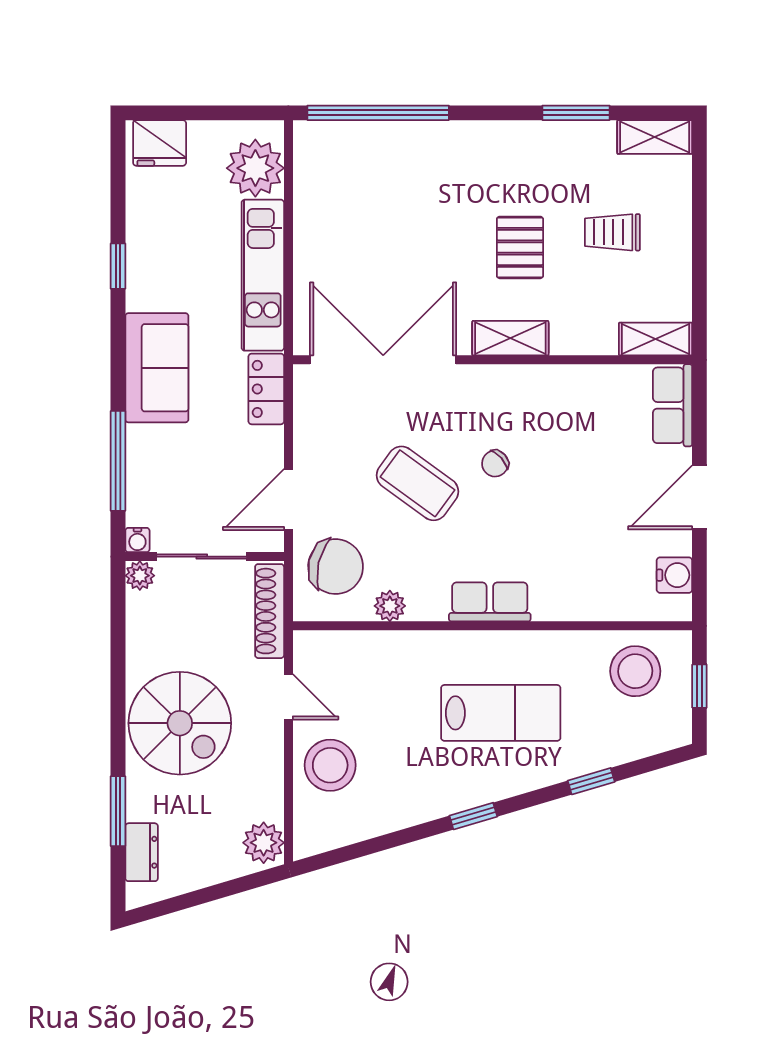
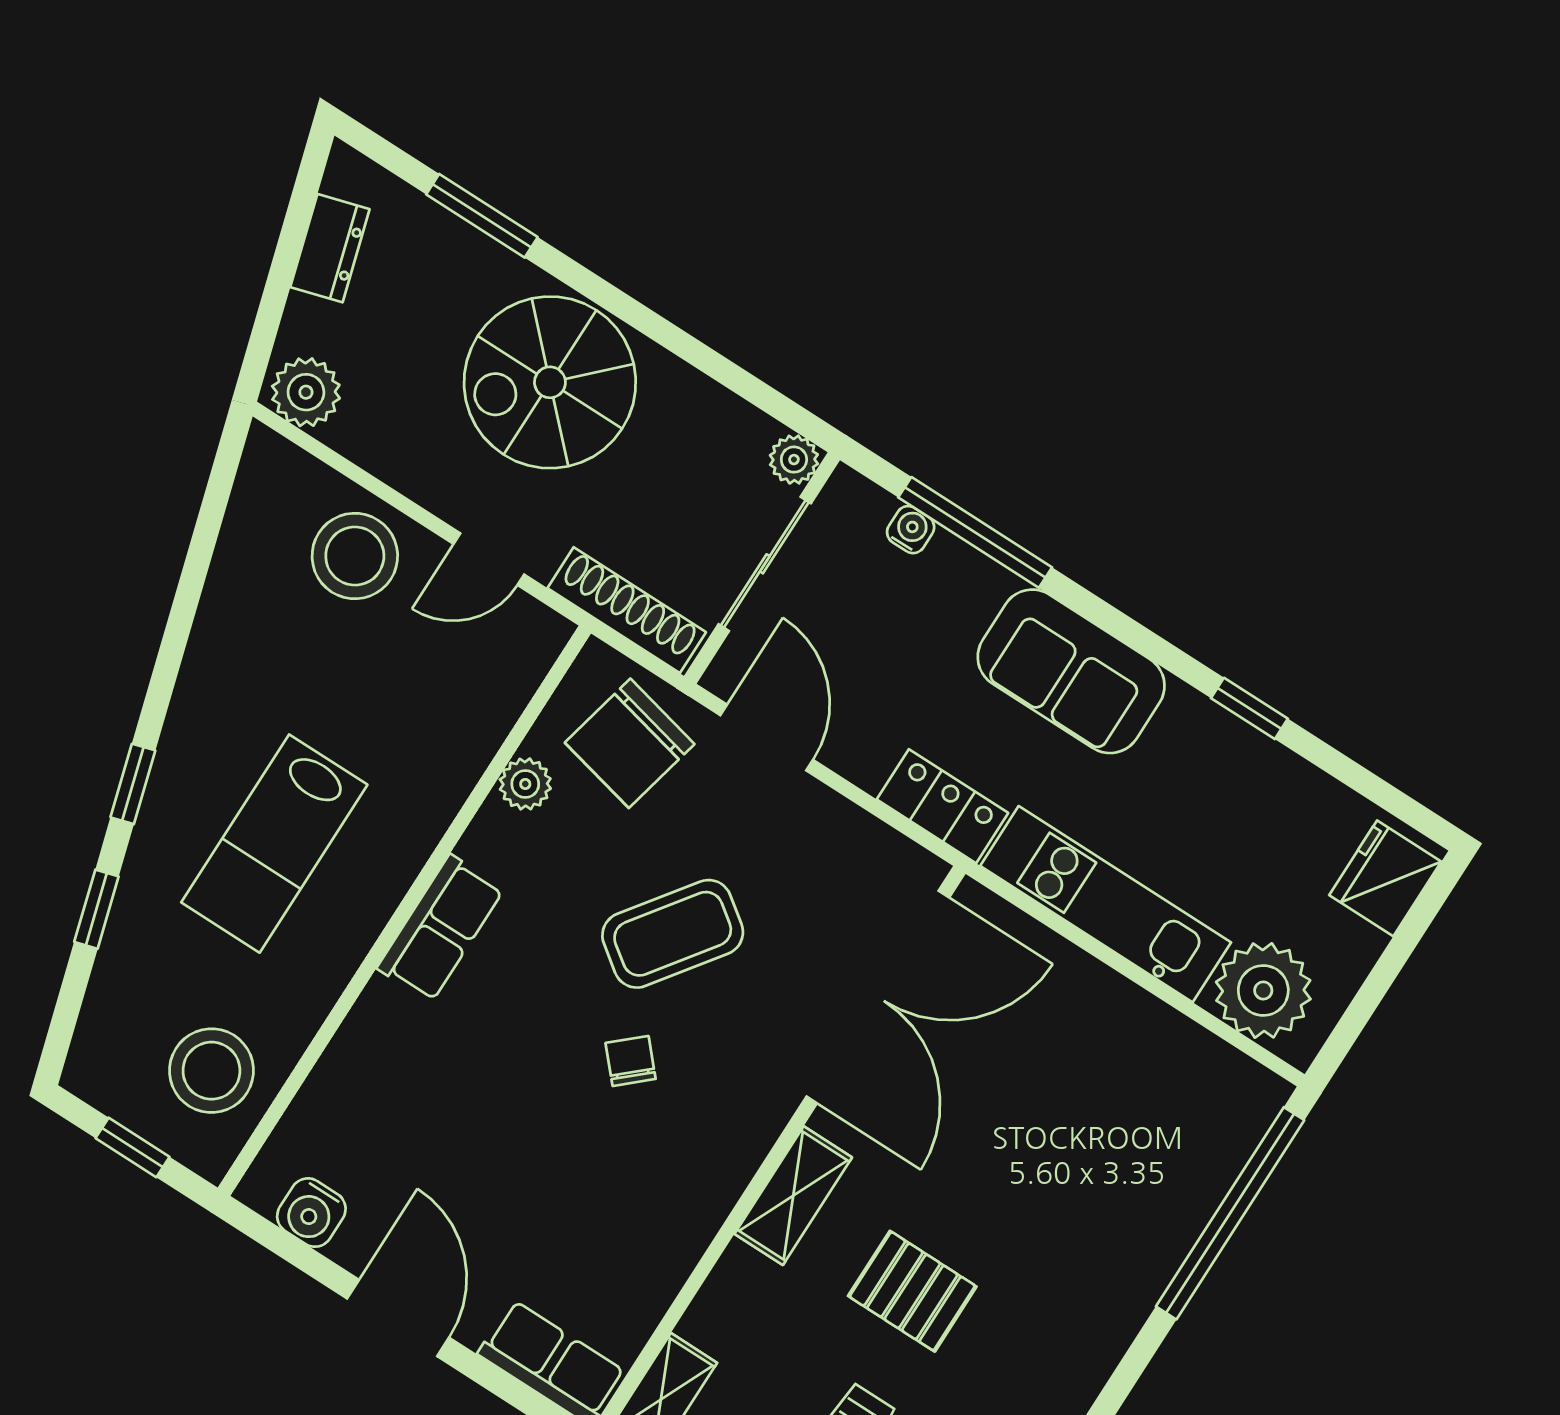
water cooler: (137, 540) -> (911, 530), moved, turned 90
window: (473, 816) -> (133, 784), moved
dresser: (142, 852) -> (330, 248), moved, turned -106

